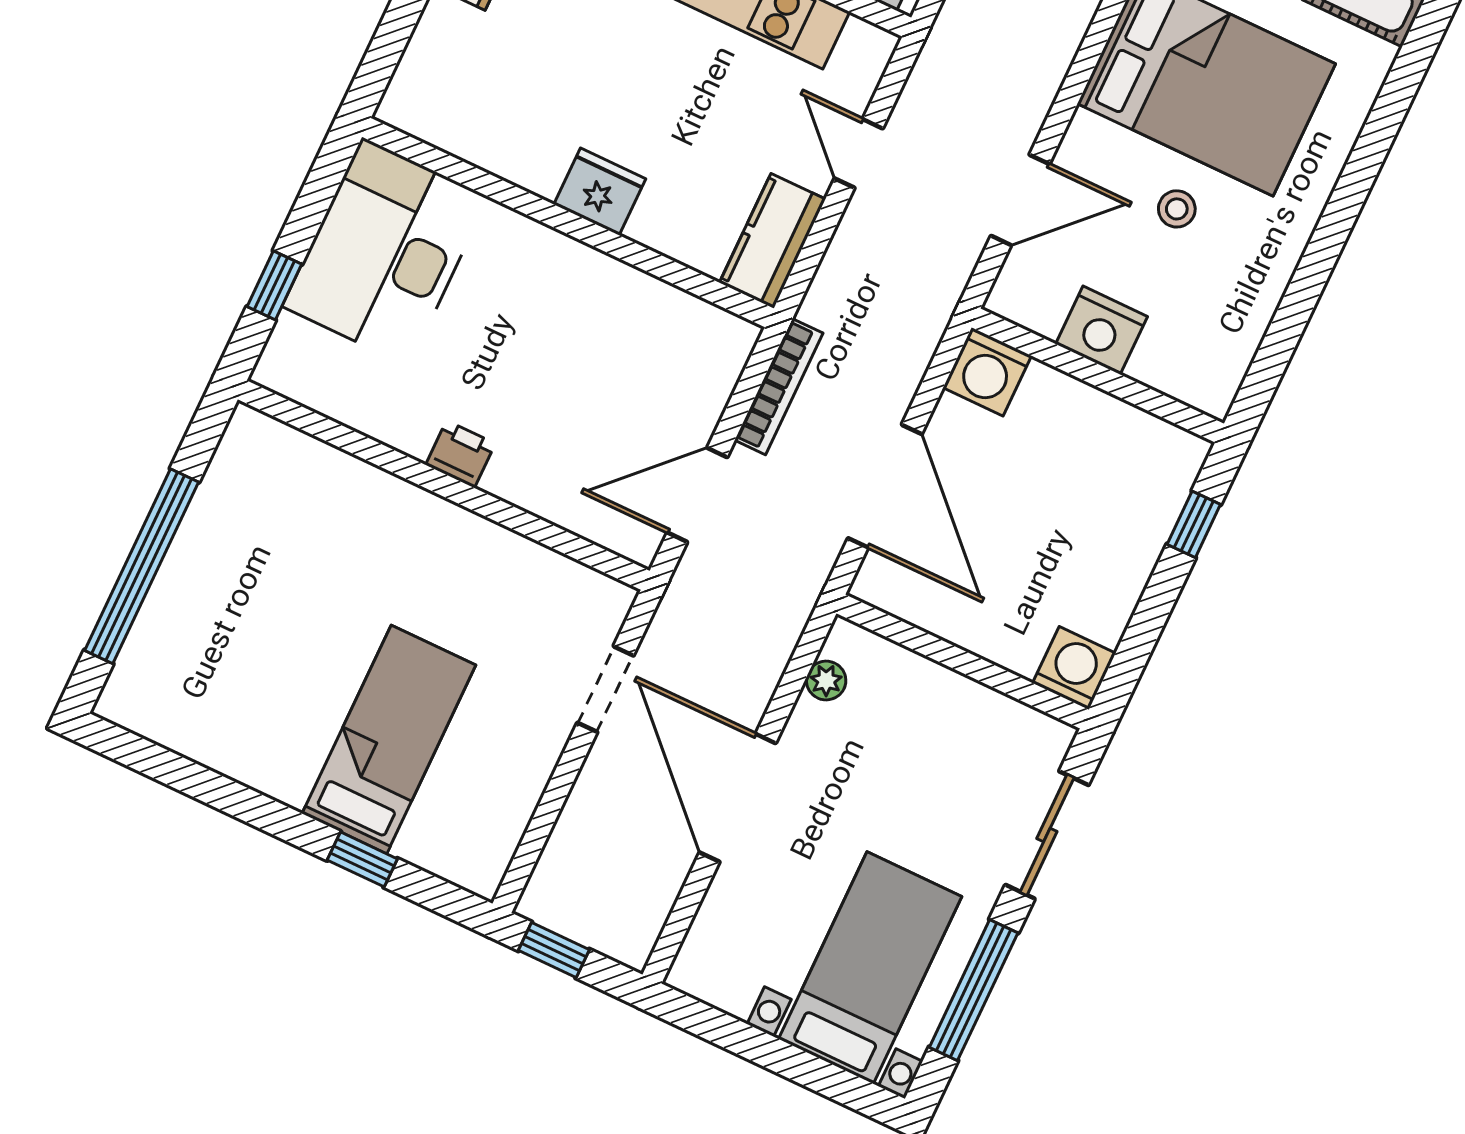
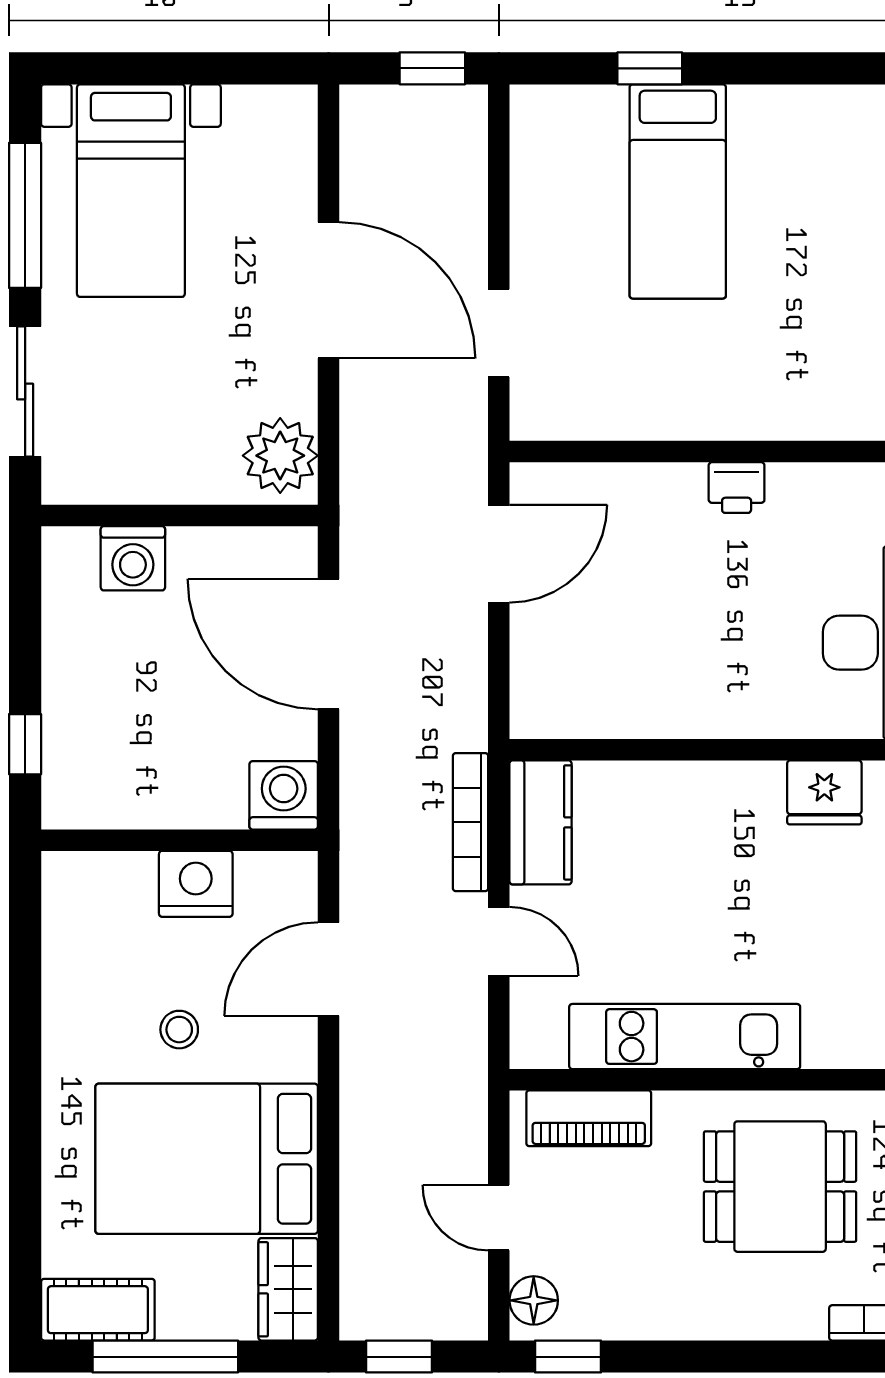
fridge: (600, 192) -> (824, 792), moved
bookcase: (779, 387) -> (471, 822), moved
washing machine: (1074, 668) -> (133, 558), moved
plant: (826, 681) -> (280, 456), width x1.88, depth x1.88

